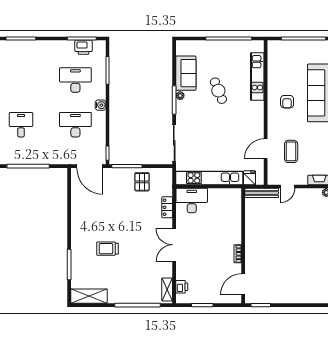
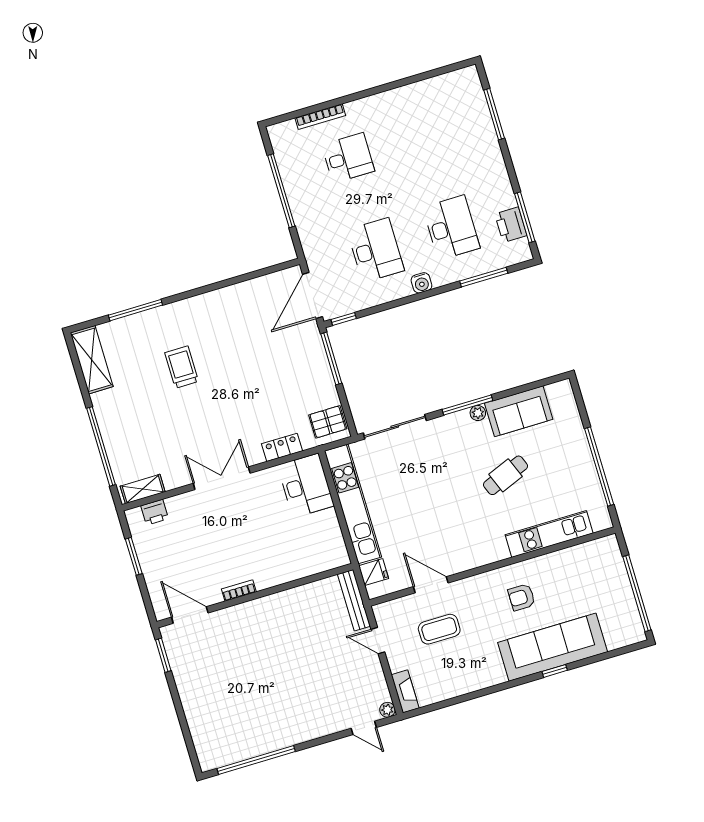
pallet: (142, 182) -> (328, 422), moved

